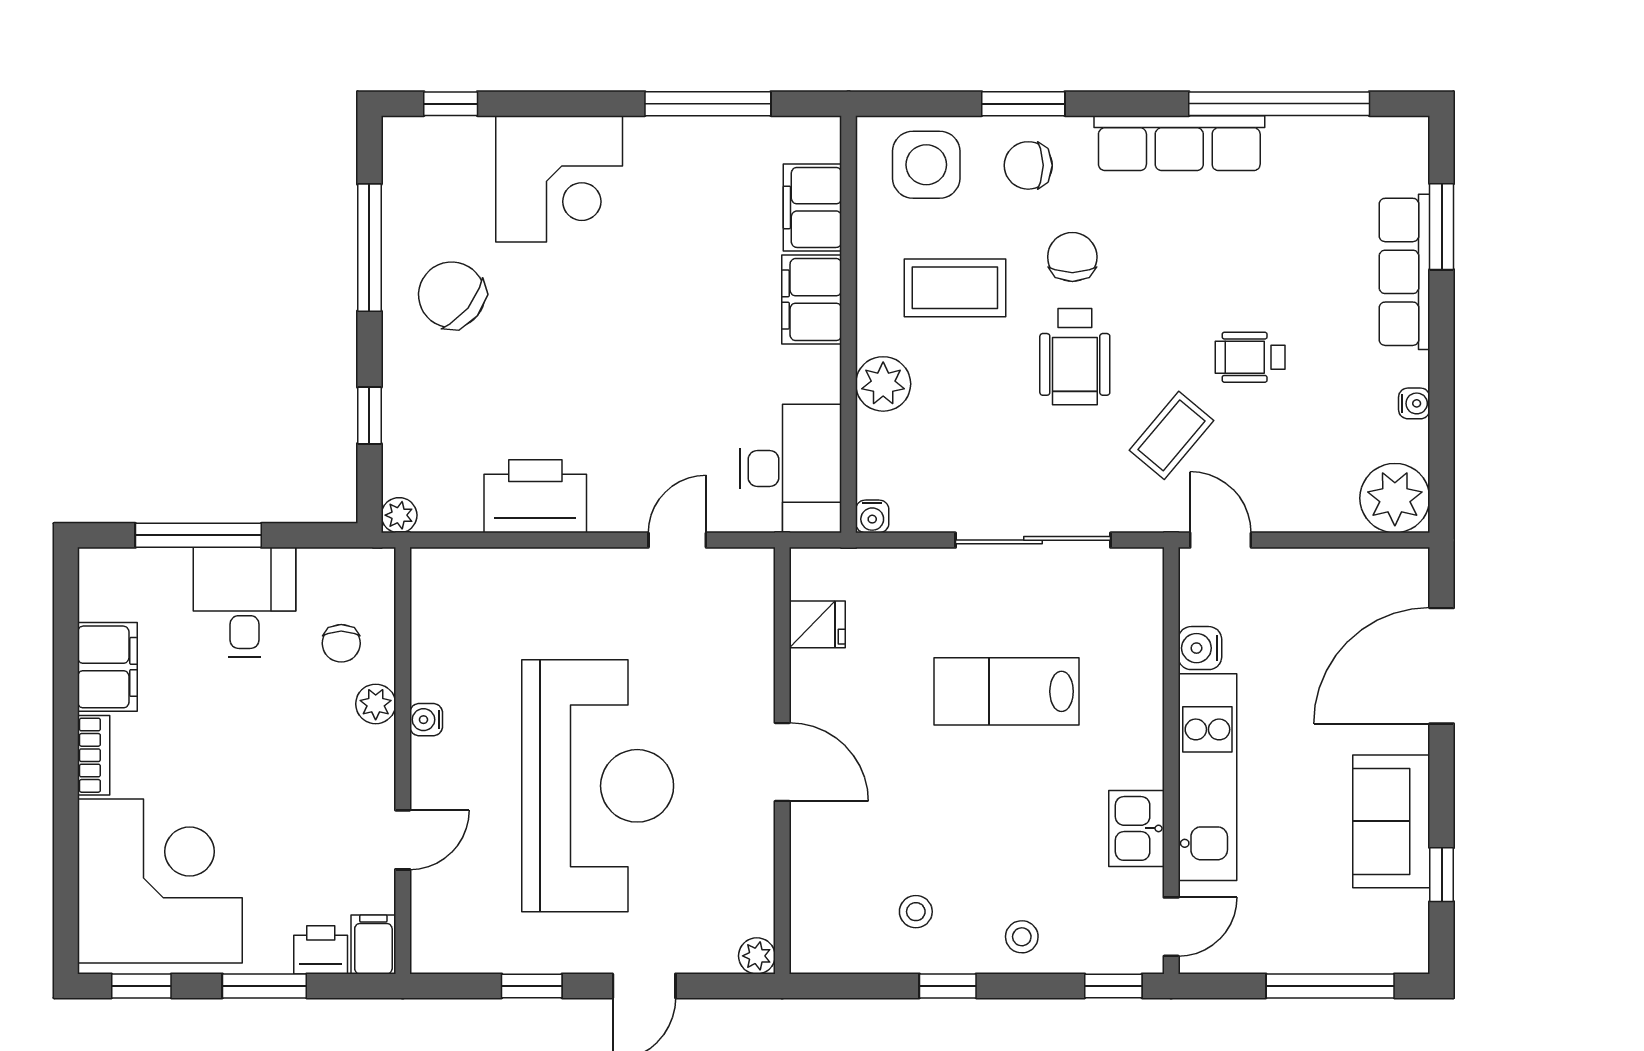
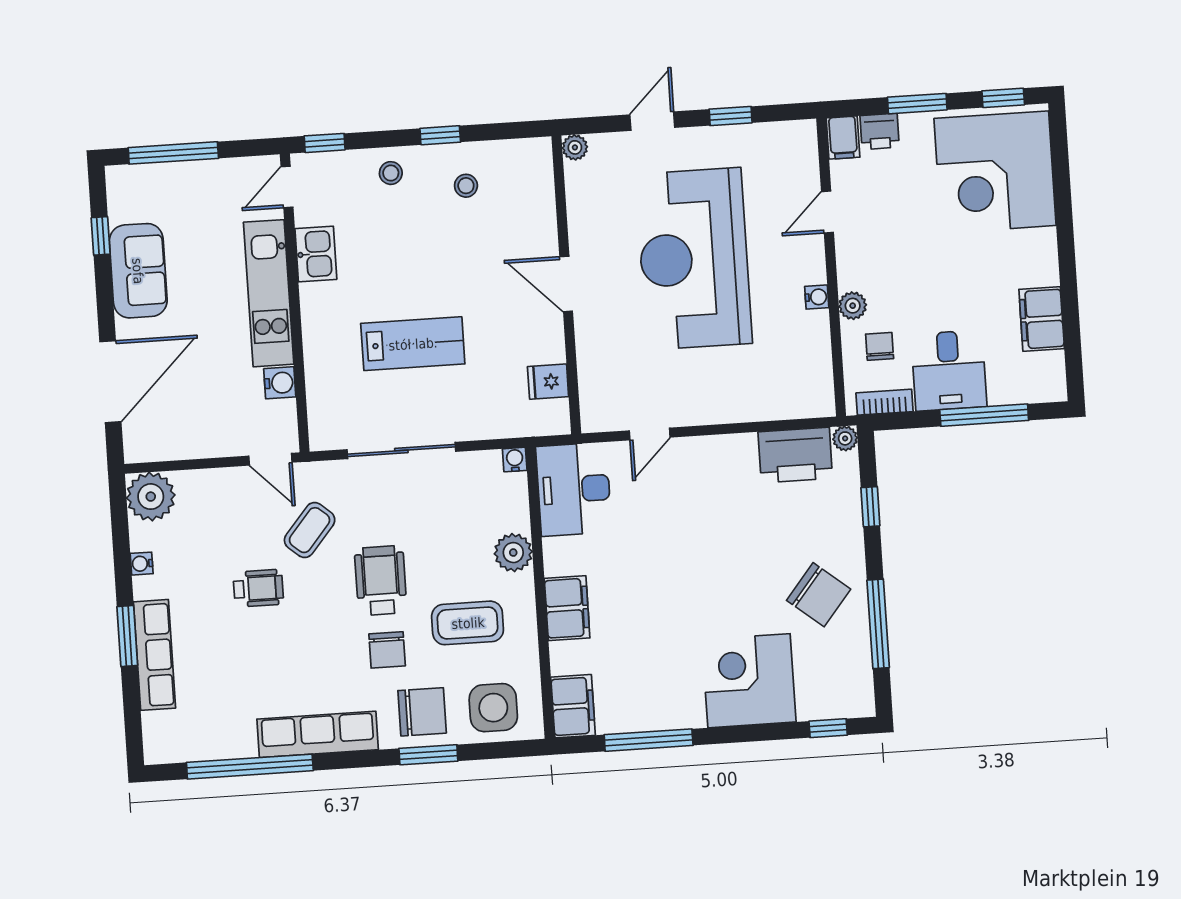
chair: (1028, 165) -> (422, 712), width x1.37, depth x1.37
filing cabinet: (812, 207) -> (573, 706), moved
window: (1442, 227) -> (127, 636), moved
printer: (535, 496) -> (795, 455), moved
bookcase: (94, 755) -> (885, 402), moved, turned 90

